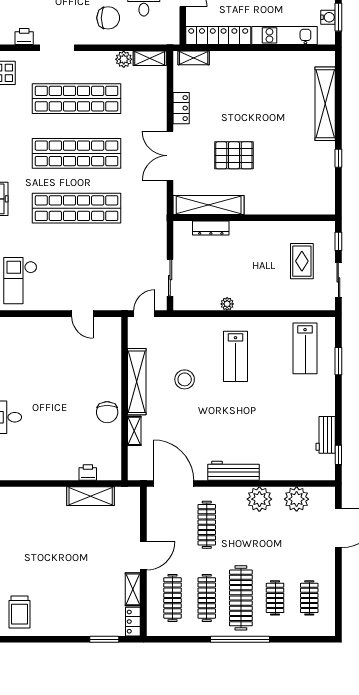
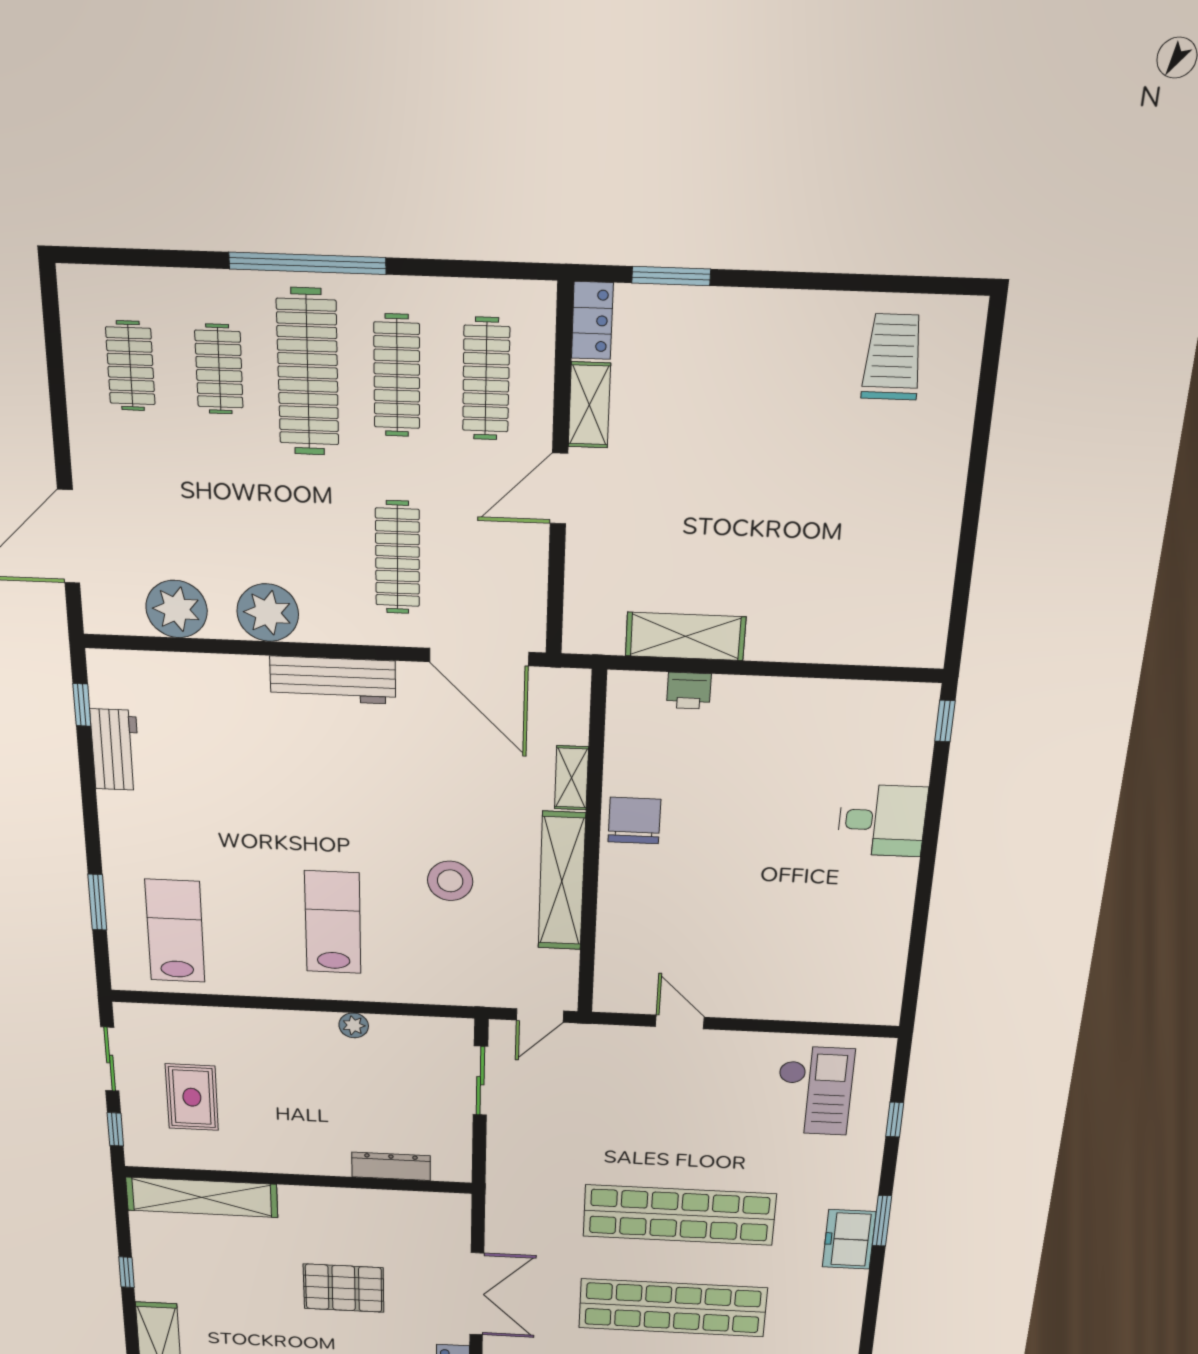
shelving: (209, 205) -> (202, 1197), moved

